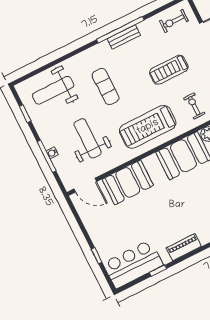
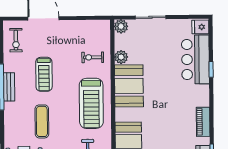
treadmill: (169, 70) -> (44, 74), moved
exercise mat: (106, 87) -> (42, 121), turned 90

